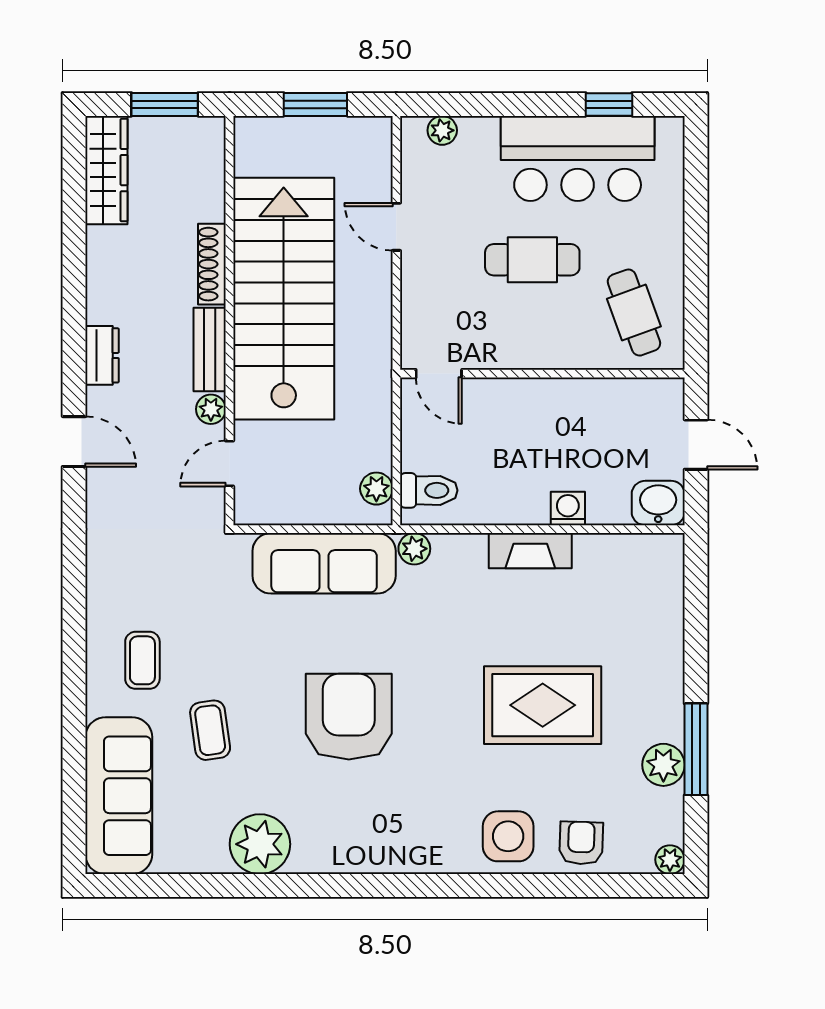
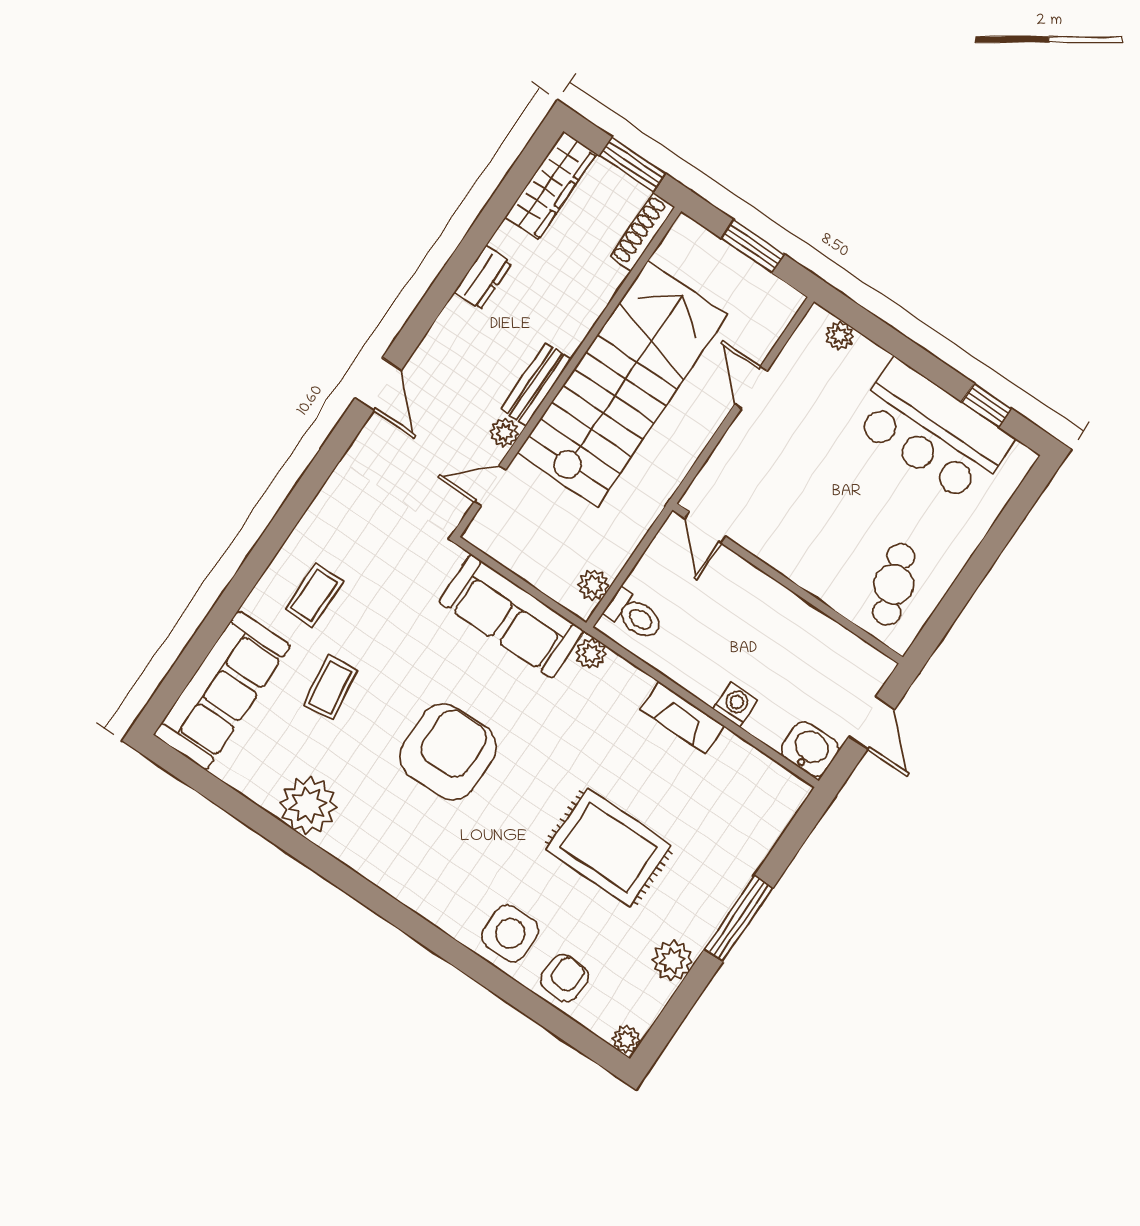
cafe table: (532, 260) -> (841, 487), removed
shoe rack: (212, 264) -> (642, 232), moved
dresser: (102, 355) -> (483, 278), moved
window: (696, 749) -> (739, 919), moved

